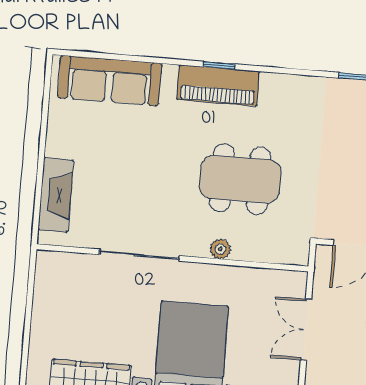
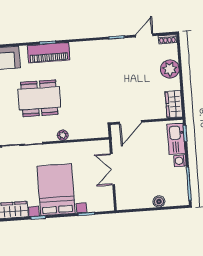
dining table: (240, 179) -> (39, 98), moved

